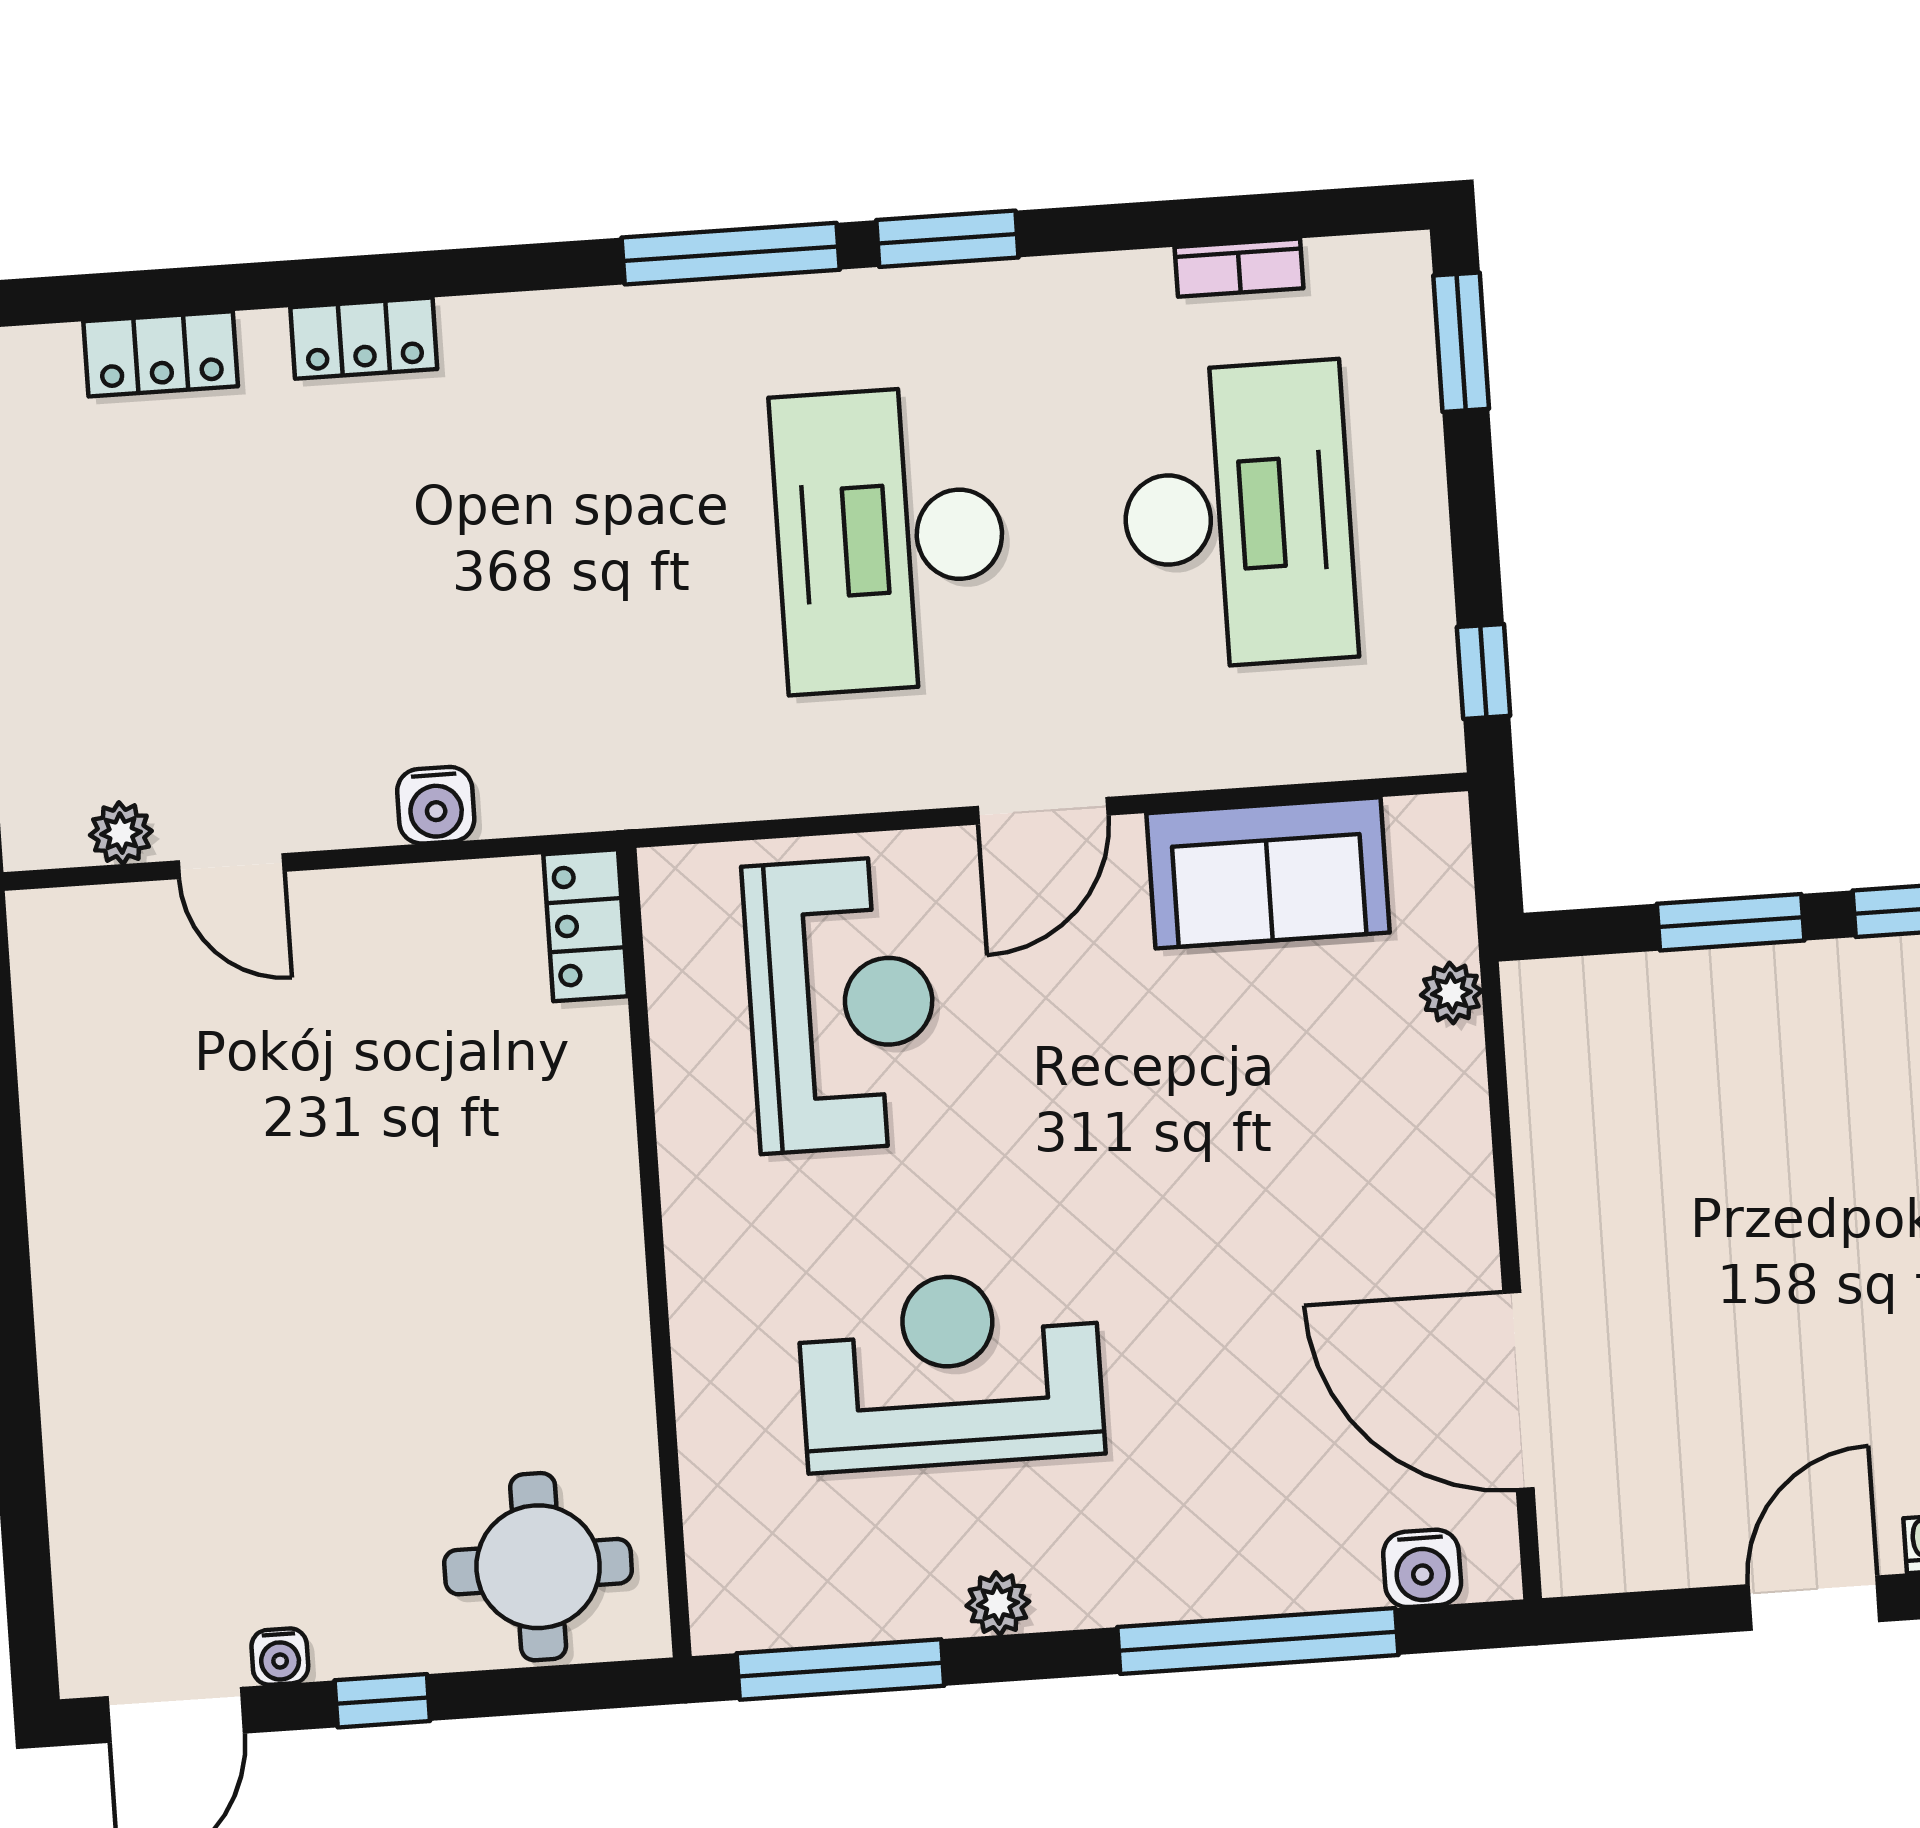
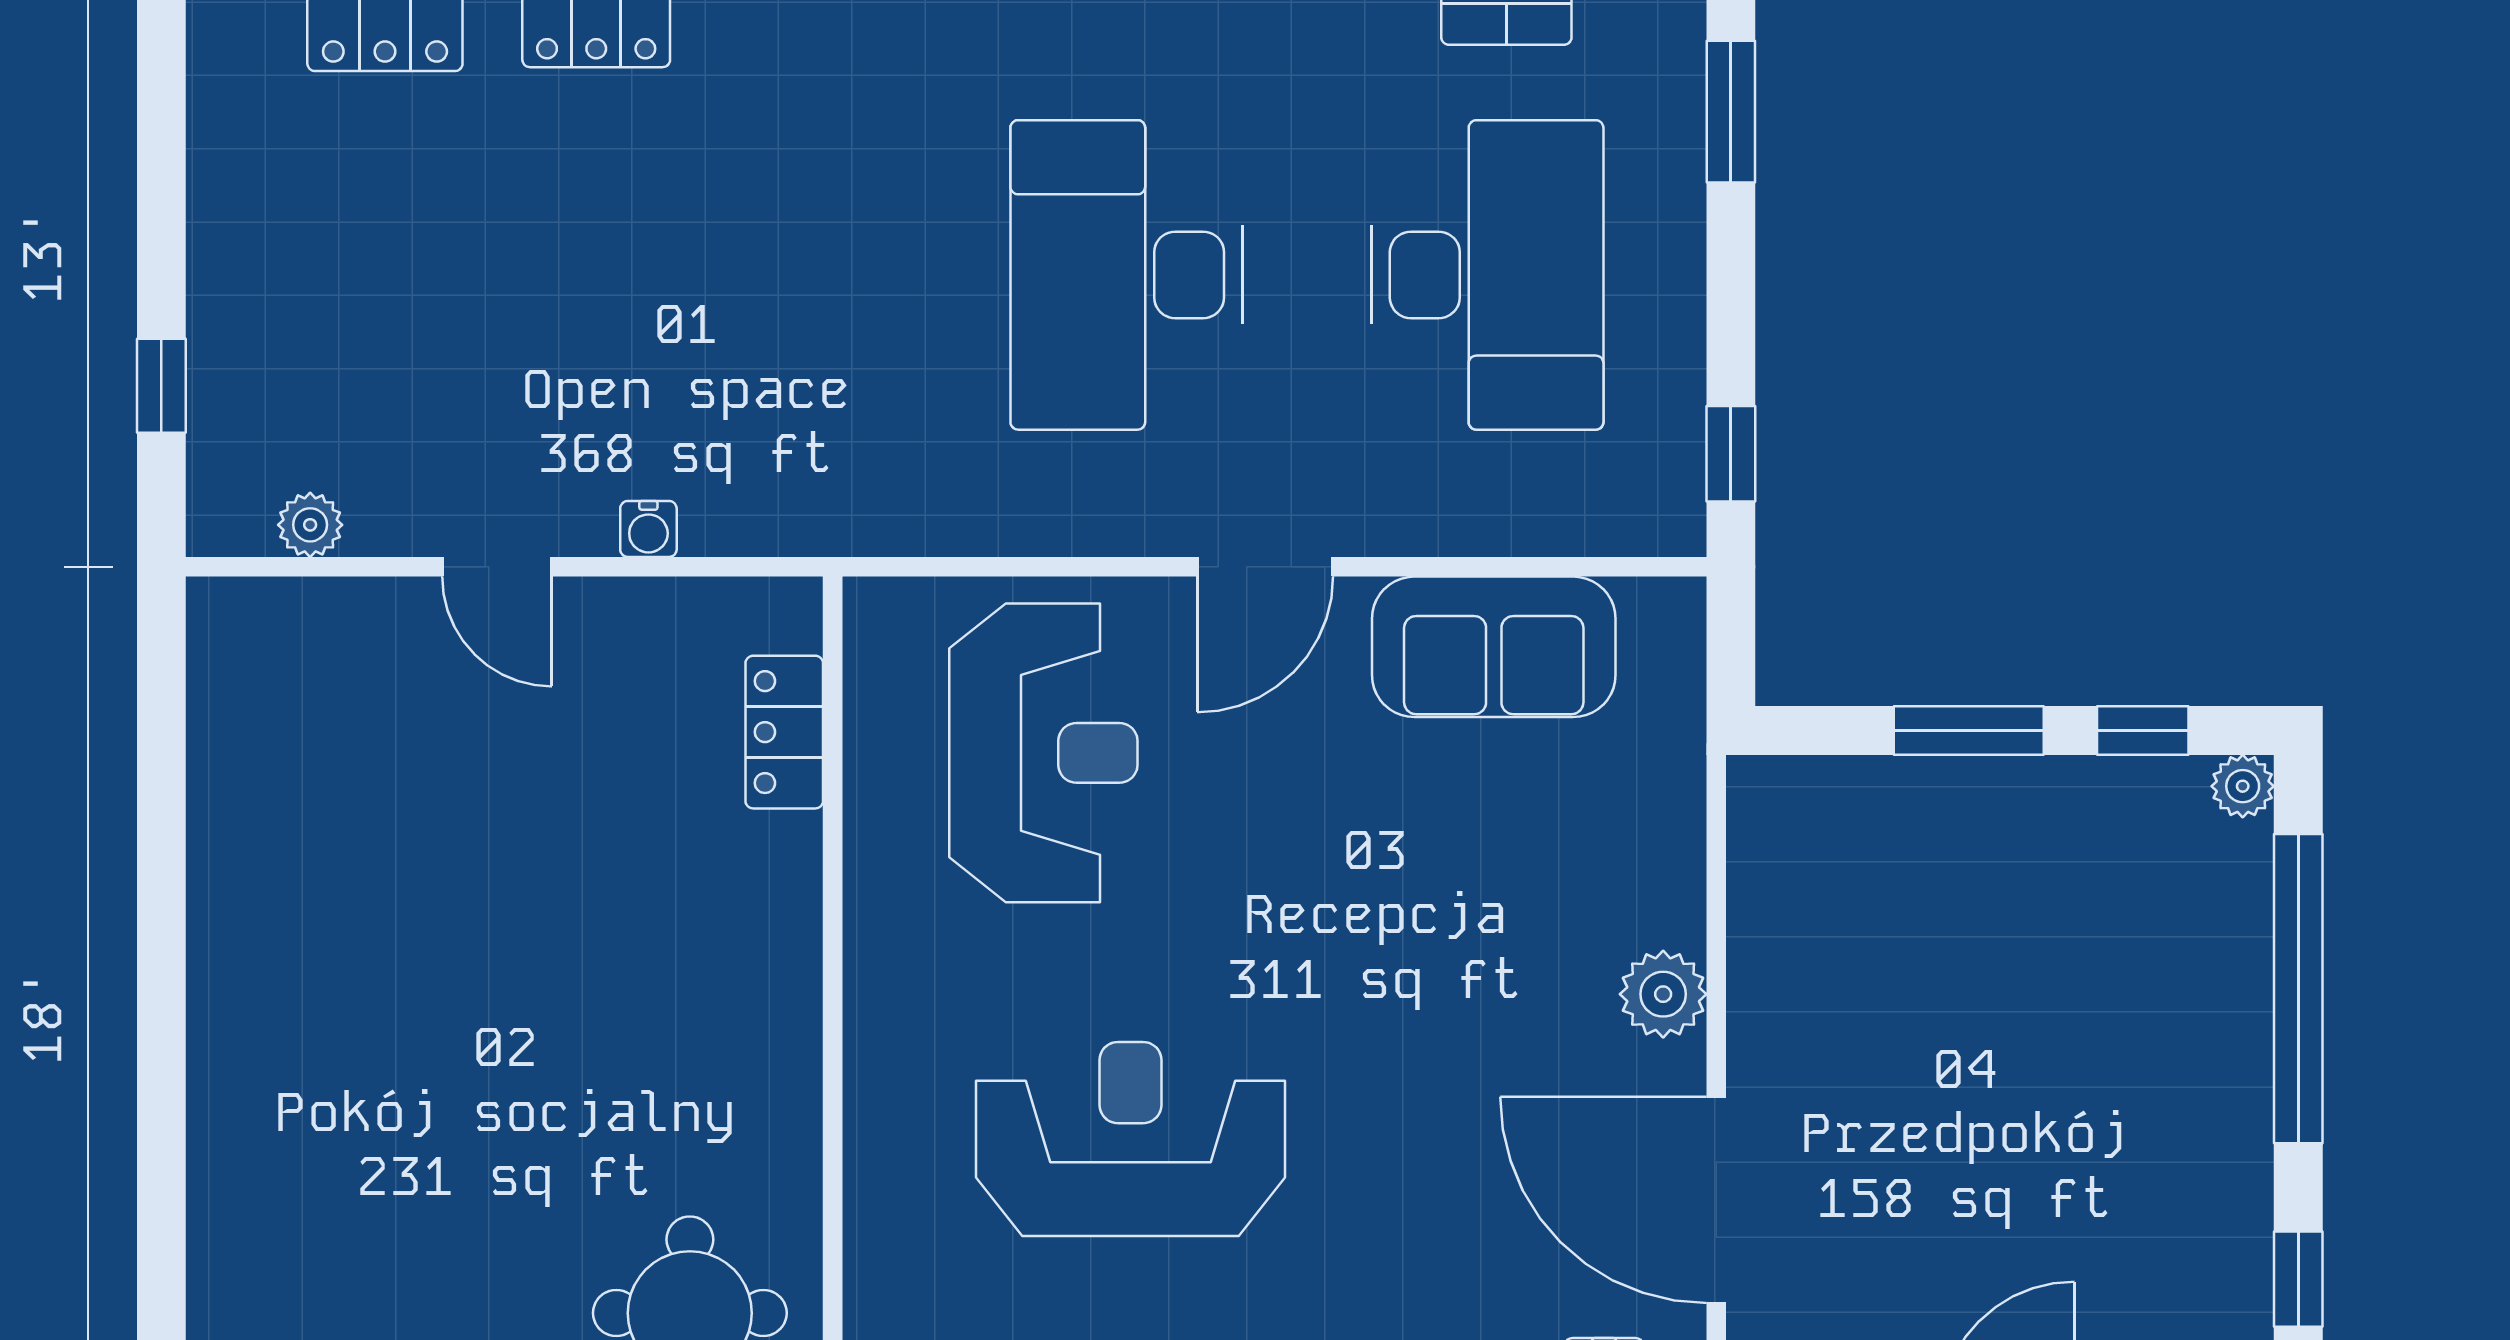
water cooler: (436, 805) -> (648, 529), width x0.72, depth x0.72
door: (231, 866) -> (497, 567), moved
locker: (586, 925) -> (784, 732), moved
plant: (1451, 993) -> (1663, 994), moved, width x1.38, depth x1.38

